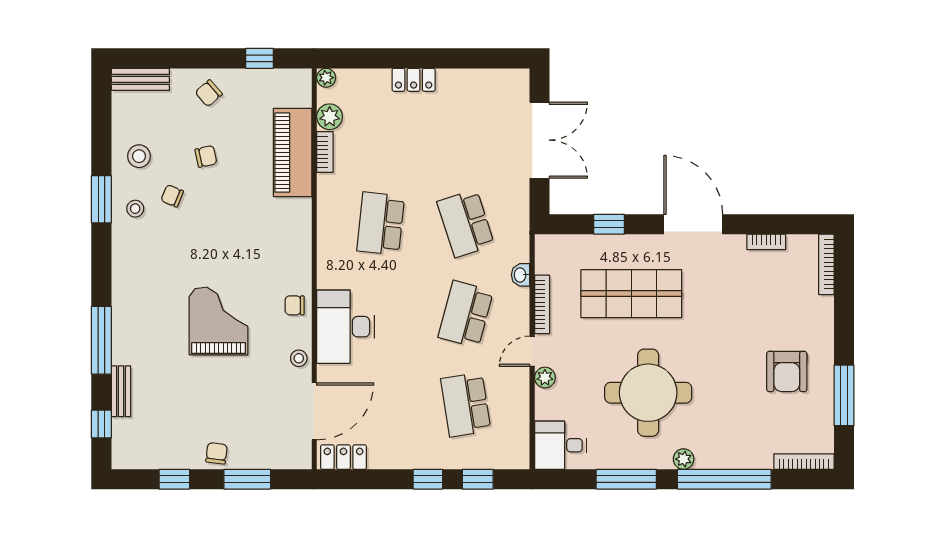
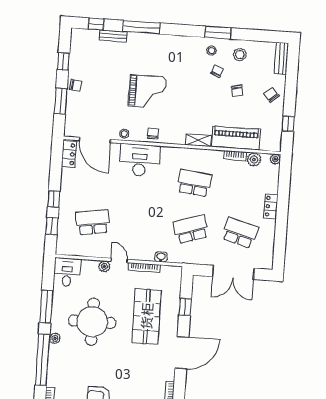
shelving: (301, 222) -> (198, 140), added
school desk: (466, 314) -> (240, 233), moved

